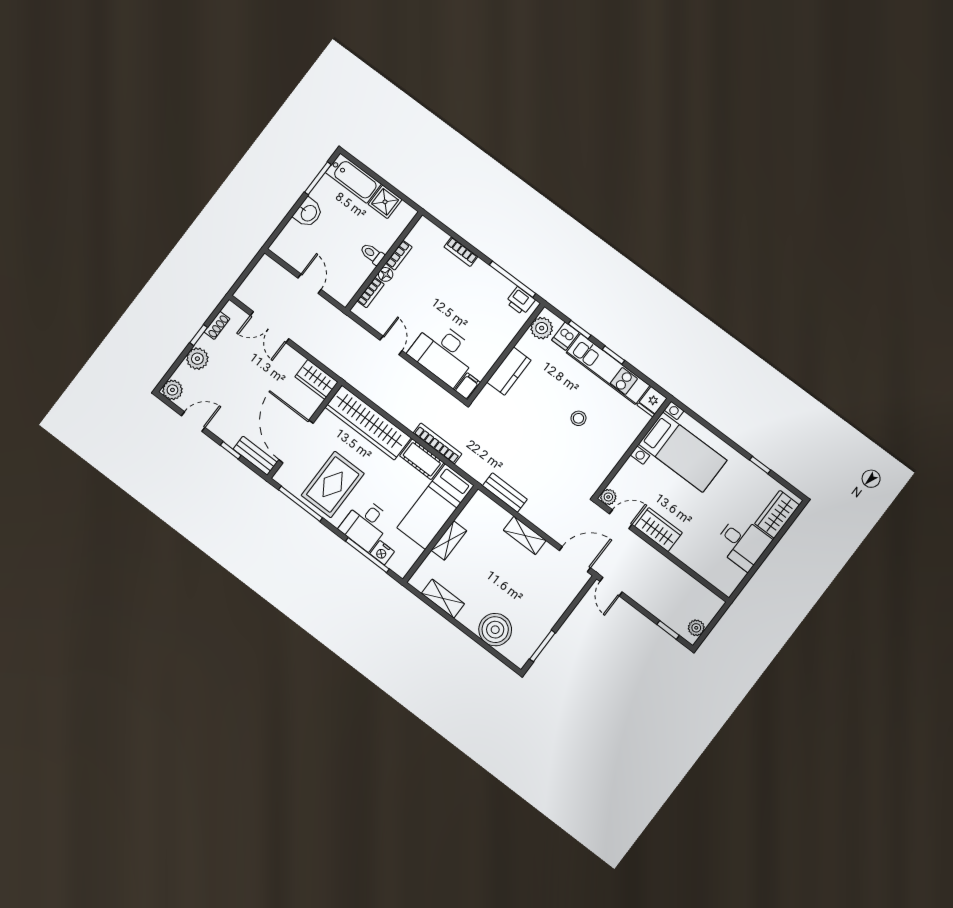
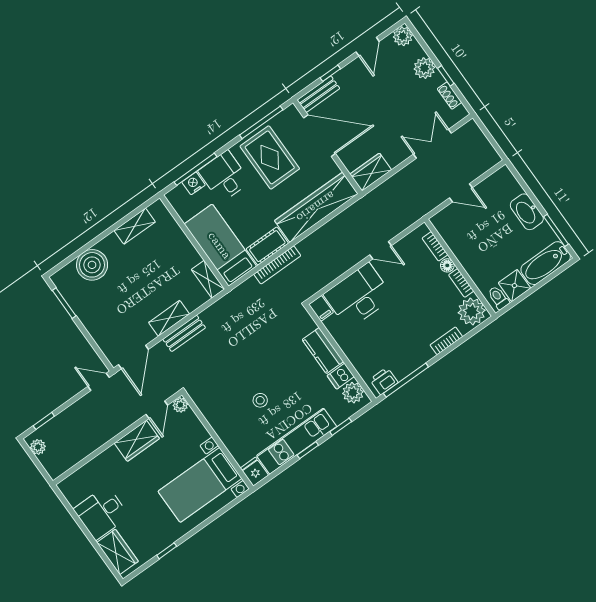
washbasin: (308, 213) -> (527, 212), width x1.38
plant: (424, 236) -> (472, 311), added
toilet: (372, 254) -> (498, 298), moved, turned -90
dishwasher: (565, 336) -> (341, 376), moved, turned -90
bench: (505, 492) -> (184, 333), moved
shelving: (449, 540) -> (208, 279), moved

